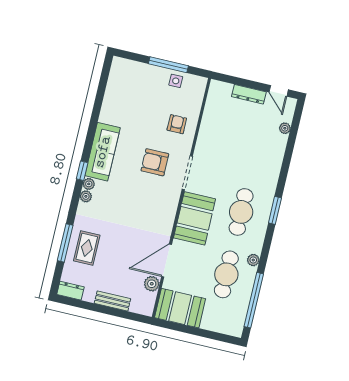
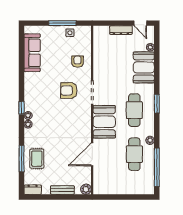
sofa: (102, 152) -> (32, 53), moved
plant: (152, 284) -> (86, 189), moved
booth: (180, 308) -> (144, 67), moved, turned 90

